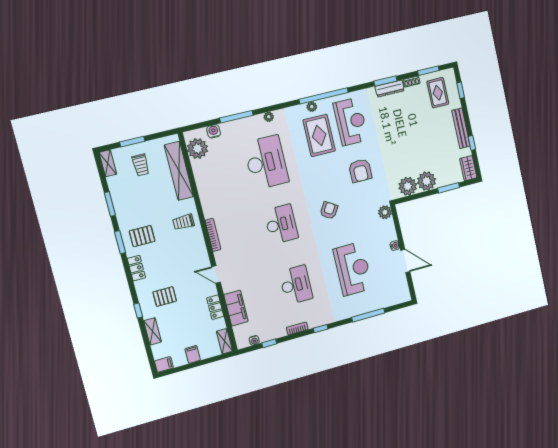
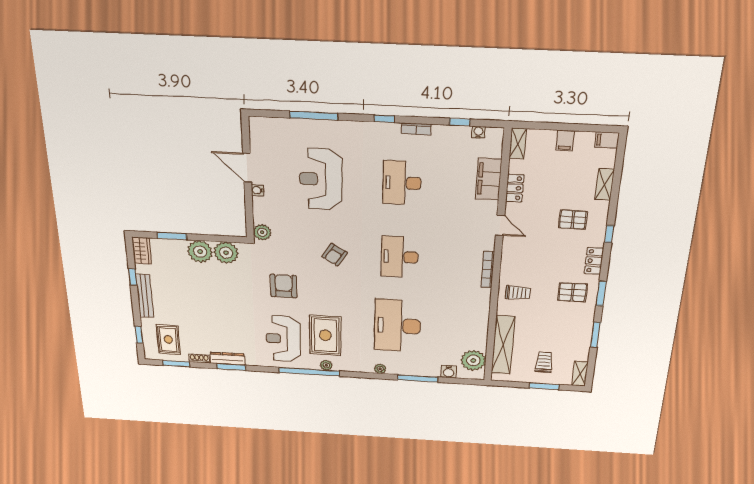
window: (138, 311) -> (609, 234), moved

